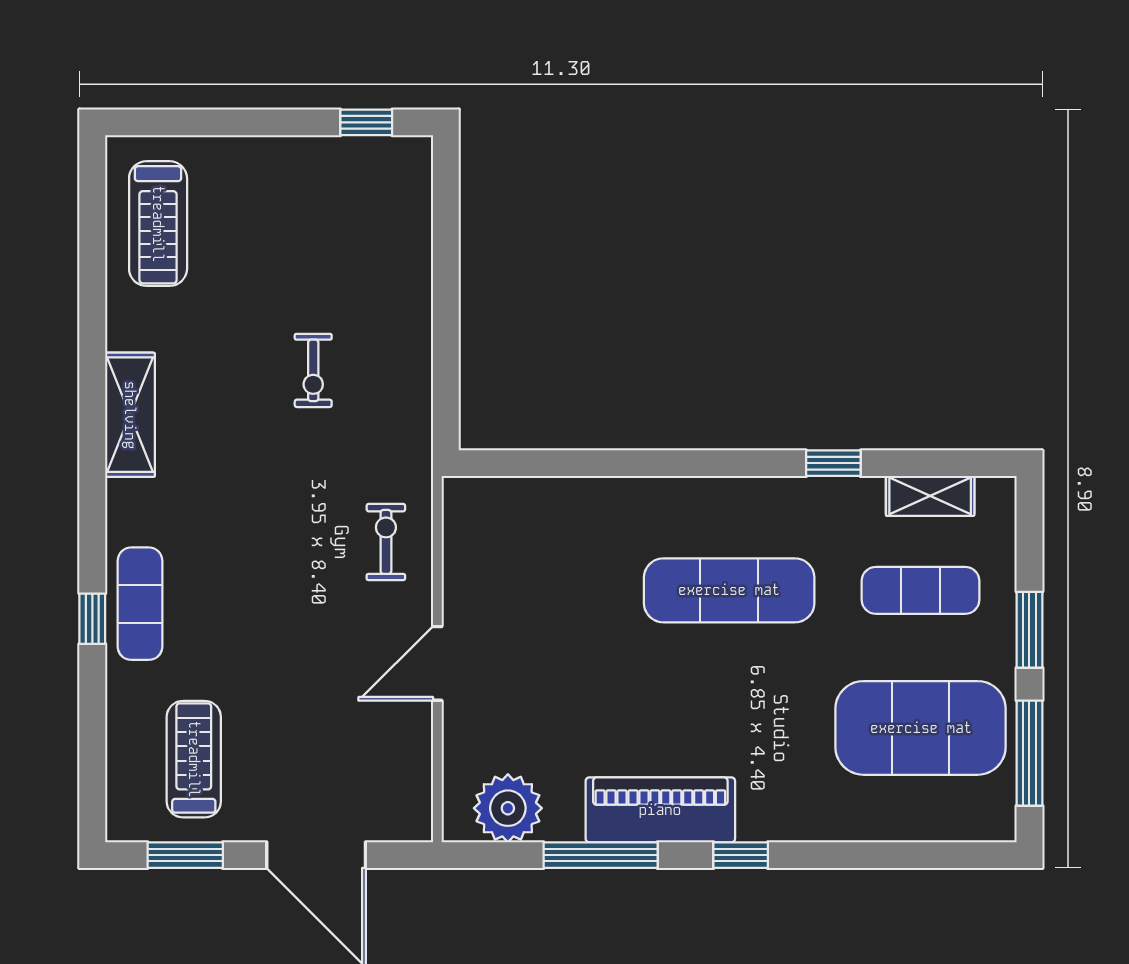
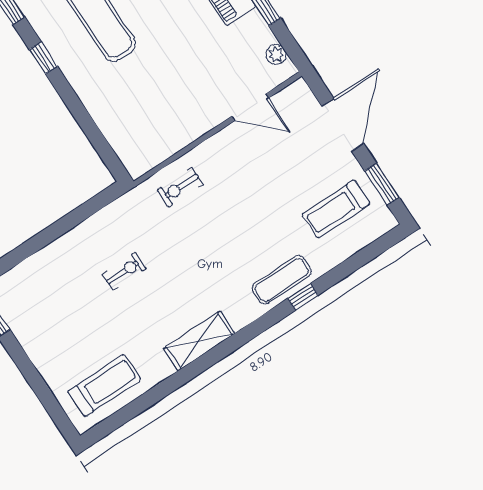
window: (724, 463) -> (43, 58), added
door: (437, 663) -> (250, 107), moved
plant: (508, 808) -> (276, 55), width x0.53, depth x0.53

